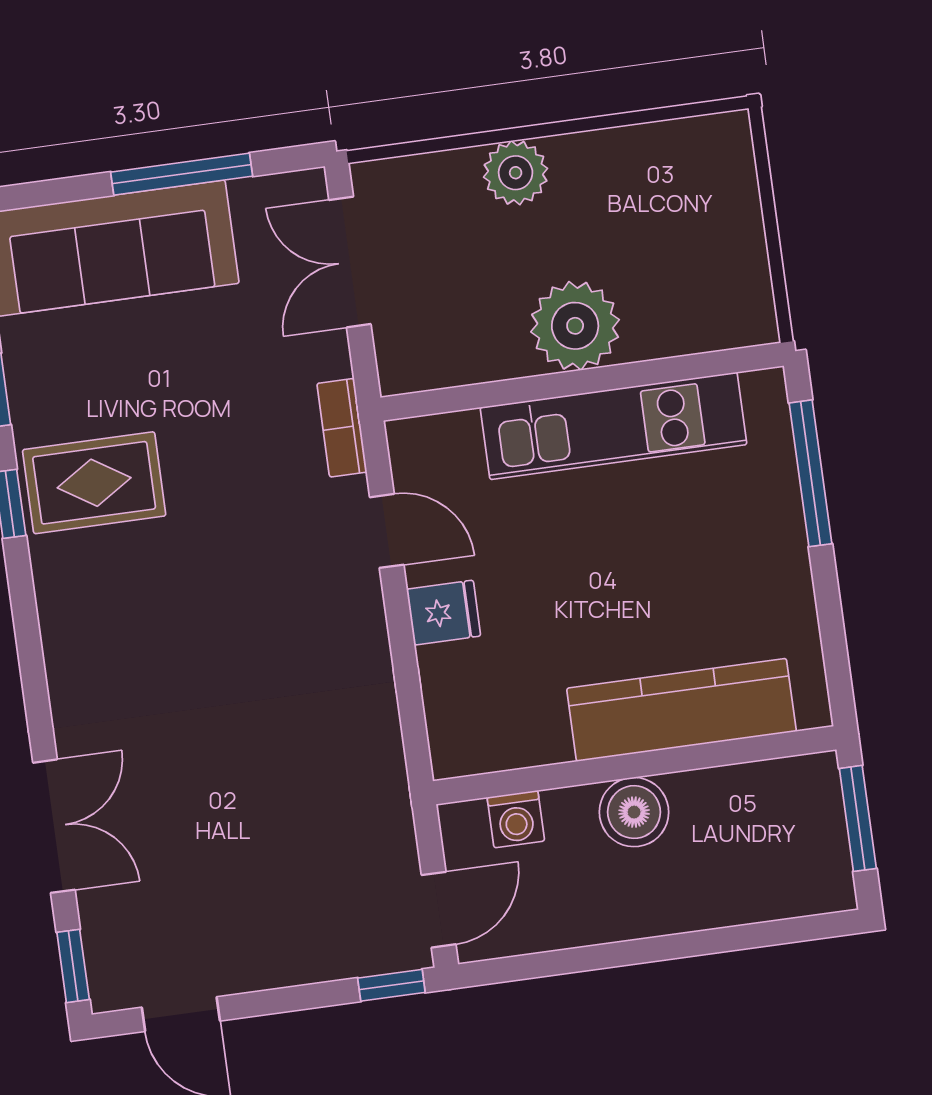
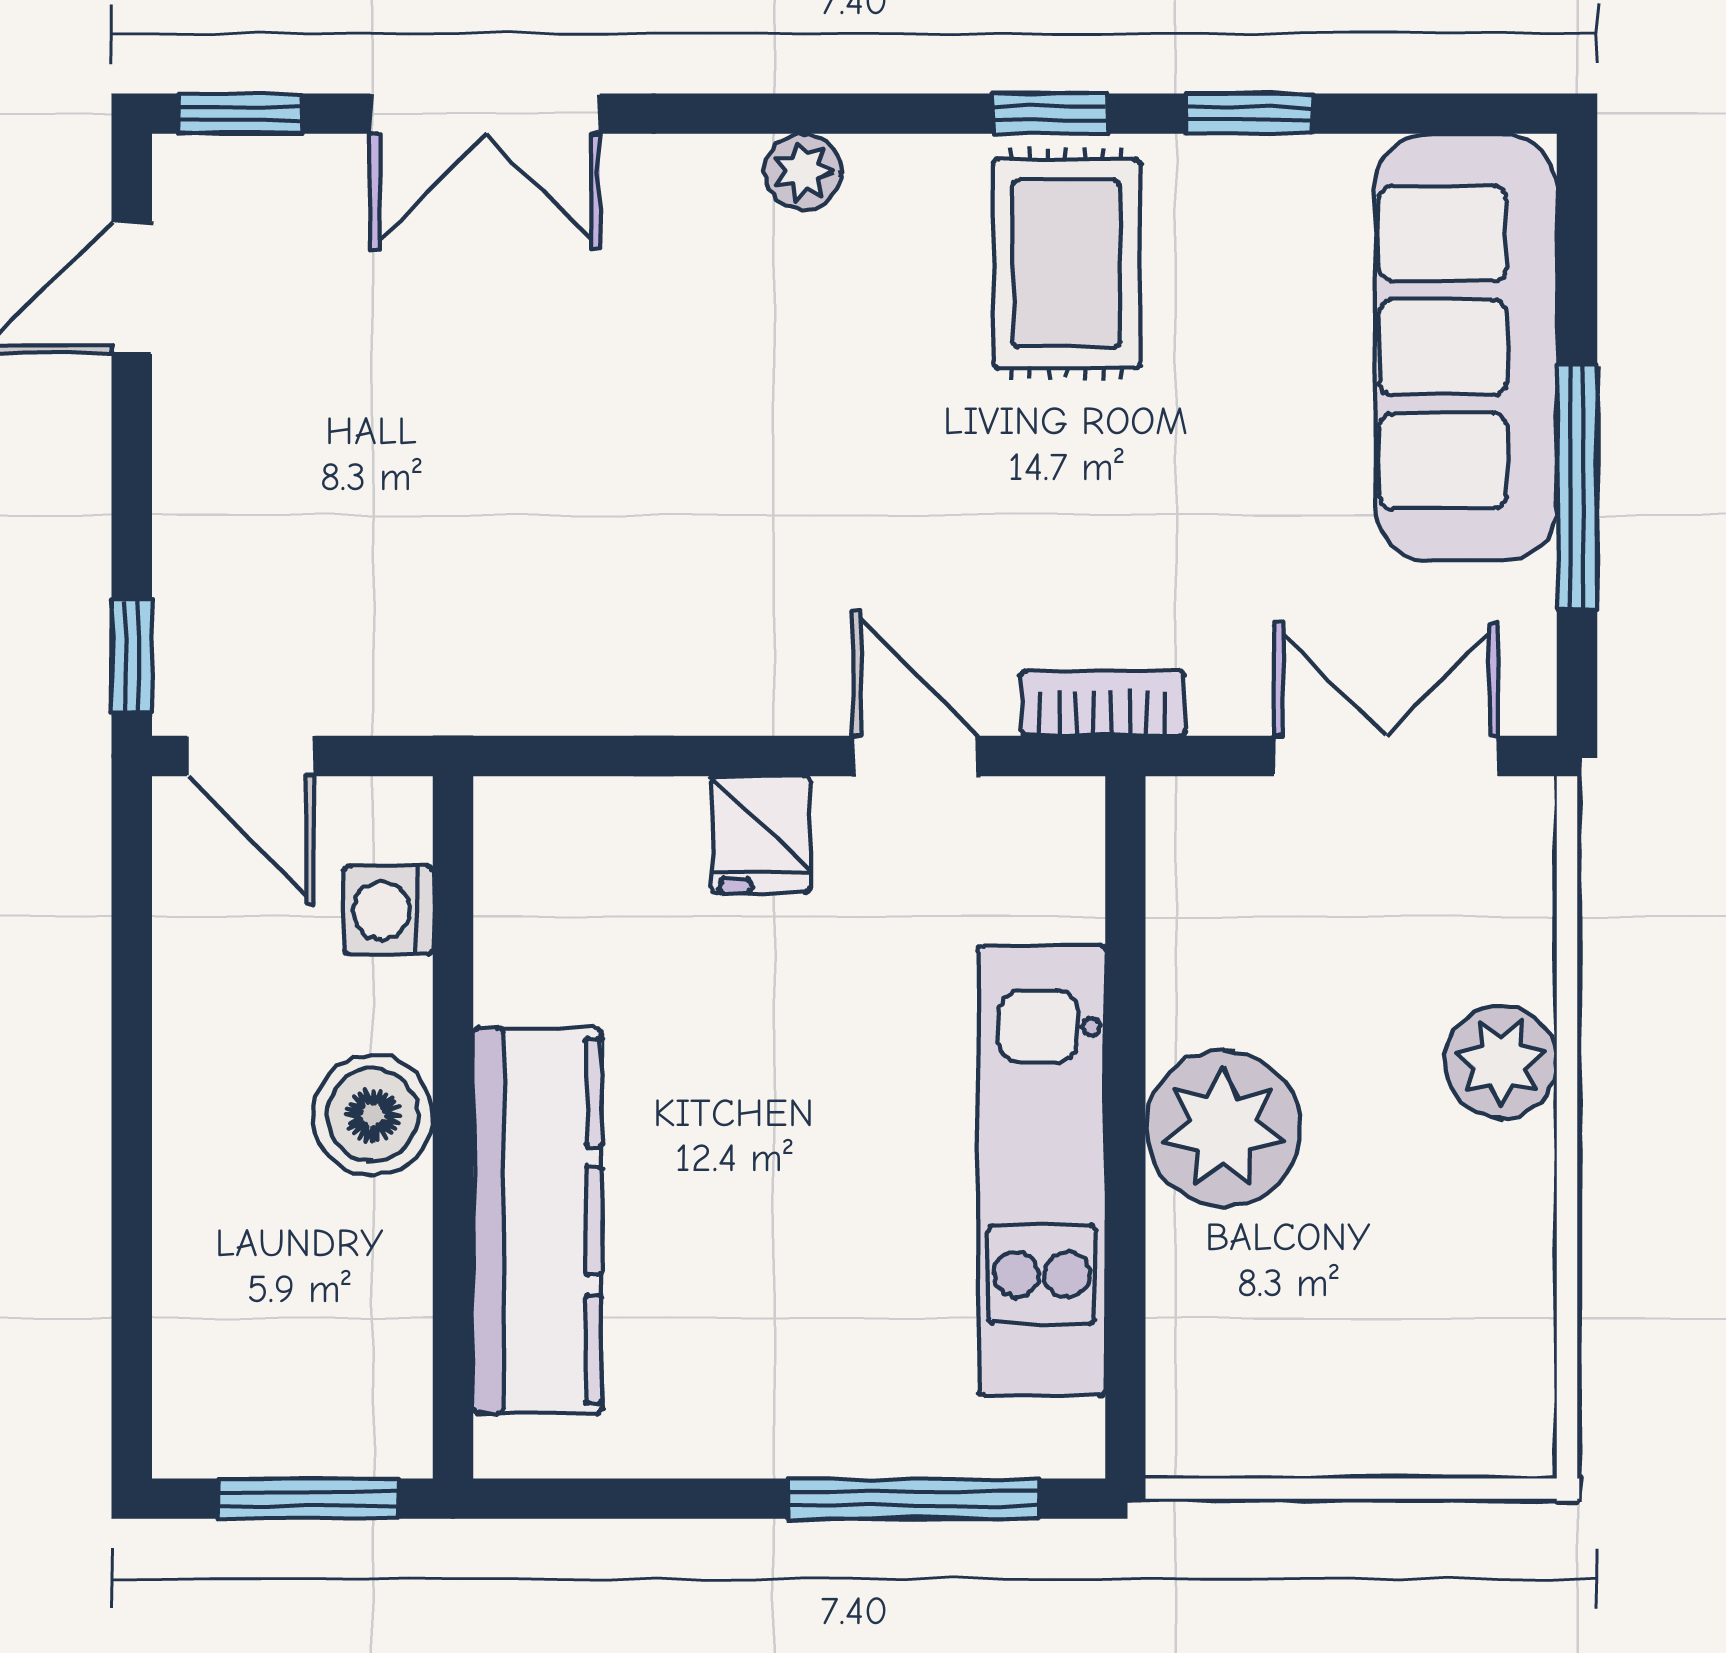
door: (387, 531) -> (915, 756), swing flipped
plant: (62, 640) -> (803, 172), added

